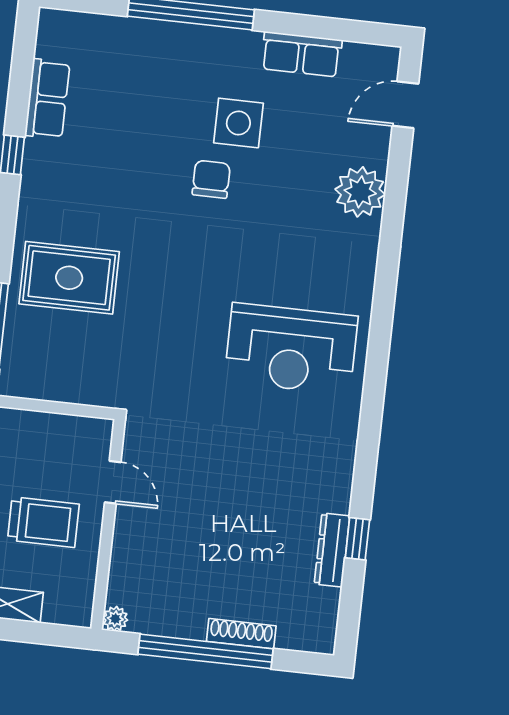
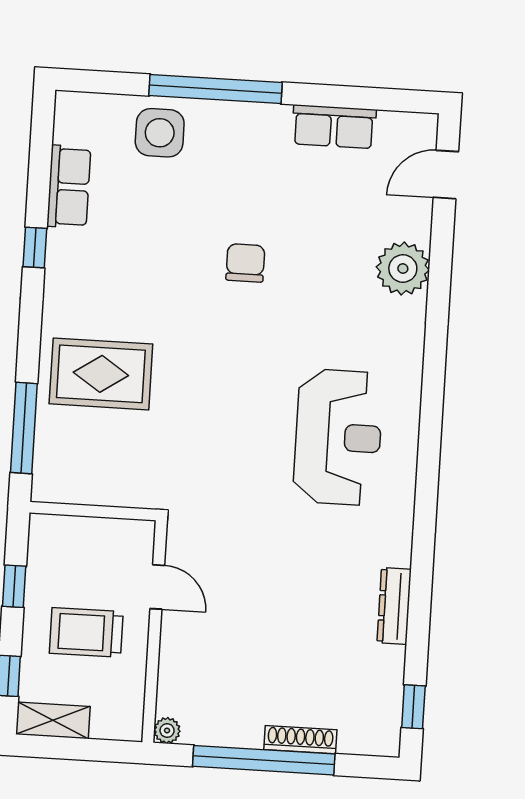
side table: (238, 123) -> (160, 133), moved
reception desk: (291, 349) -> (338, 437), turned -90
trolley: (43, 522) -> (86, 632), turned 180
window: (357, 539) -> (413, 707), moved
dresser: (332, 550) -> (394, 606), moved

